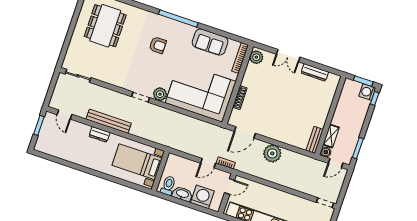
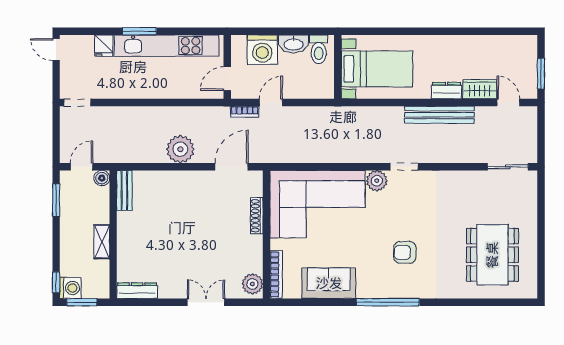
dresser: (315, 72) -> (137, 291), moved
wardrobe: (79, 128) -> (480, 89), added
shelving: (331, 136) -> (102, 242), moved

